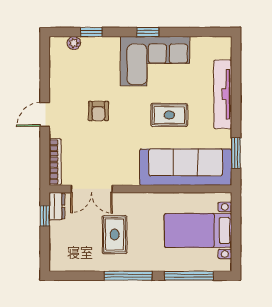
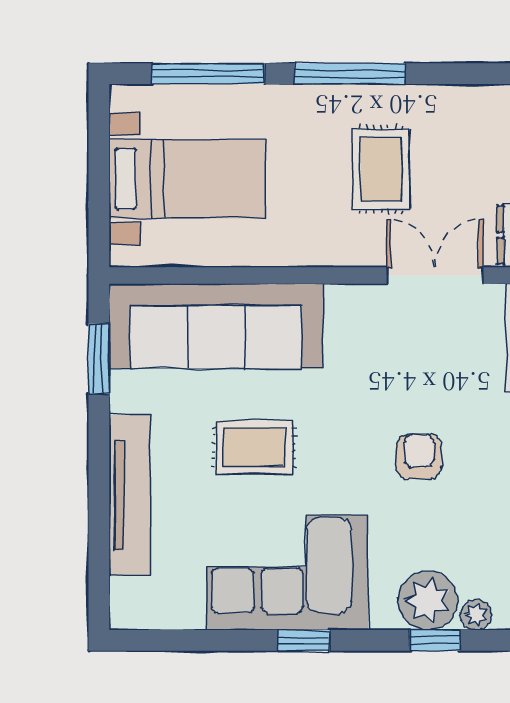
plant: (94, 49) -> (428, 601), added

